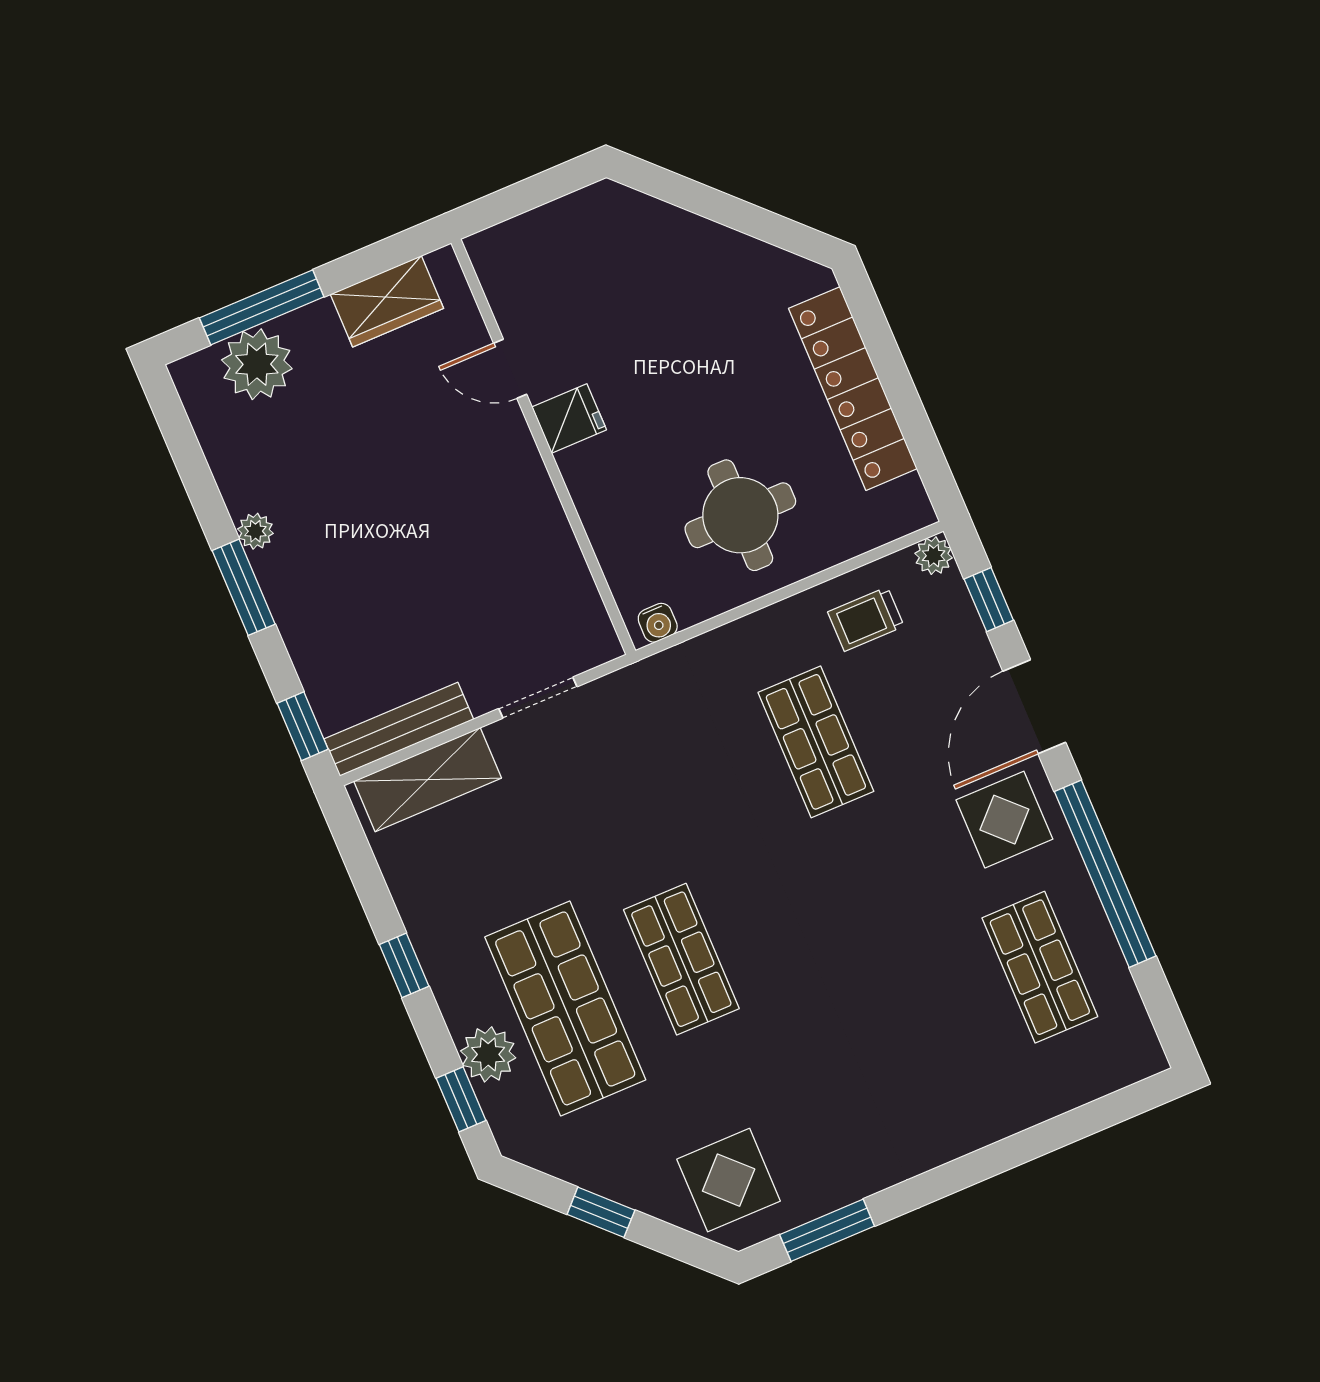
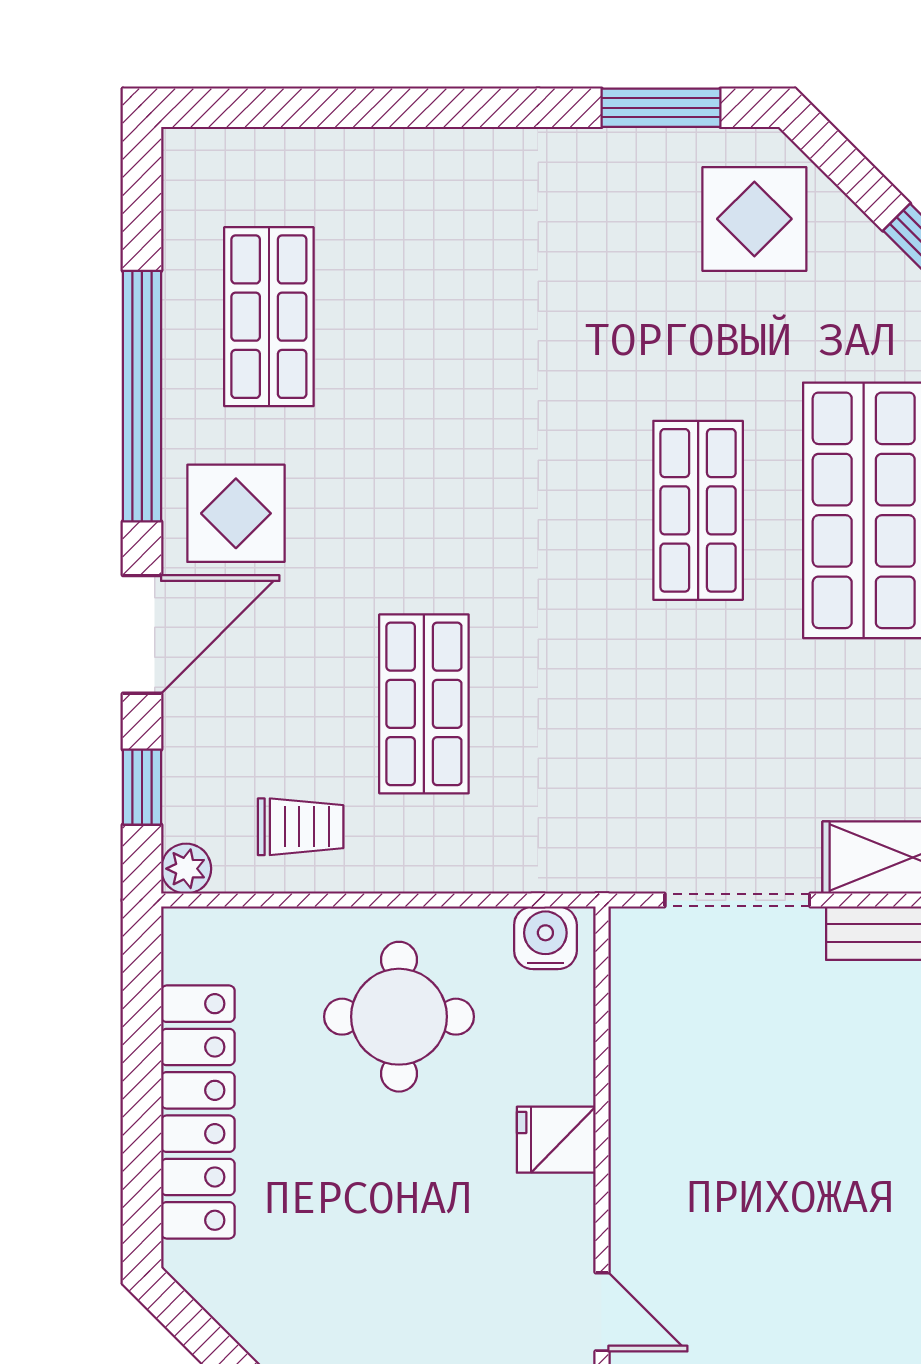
fridge: (569, 418) -> (556, 1140), moved
water cooler: (658, 623) -> (545, 938), width x1.38, depth x1.38
doorway: (538, 698) -> (737, 900), width x1.38

